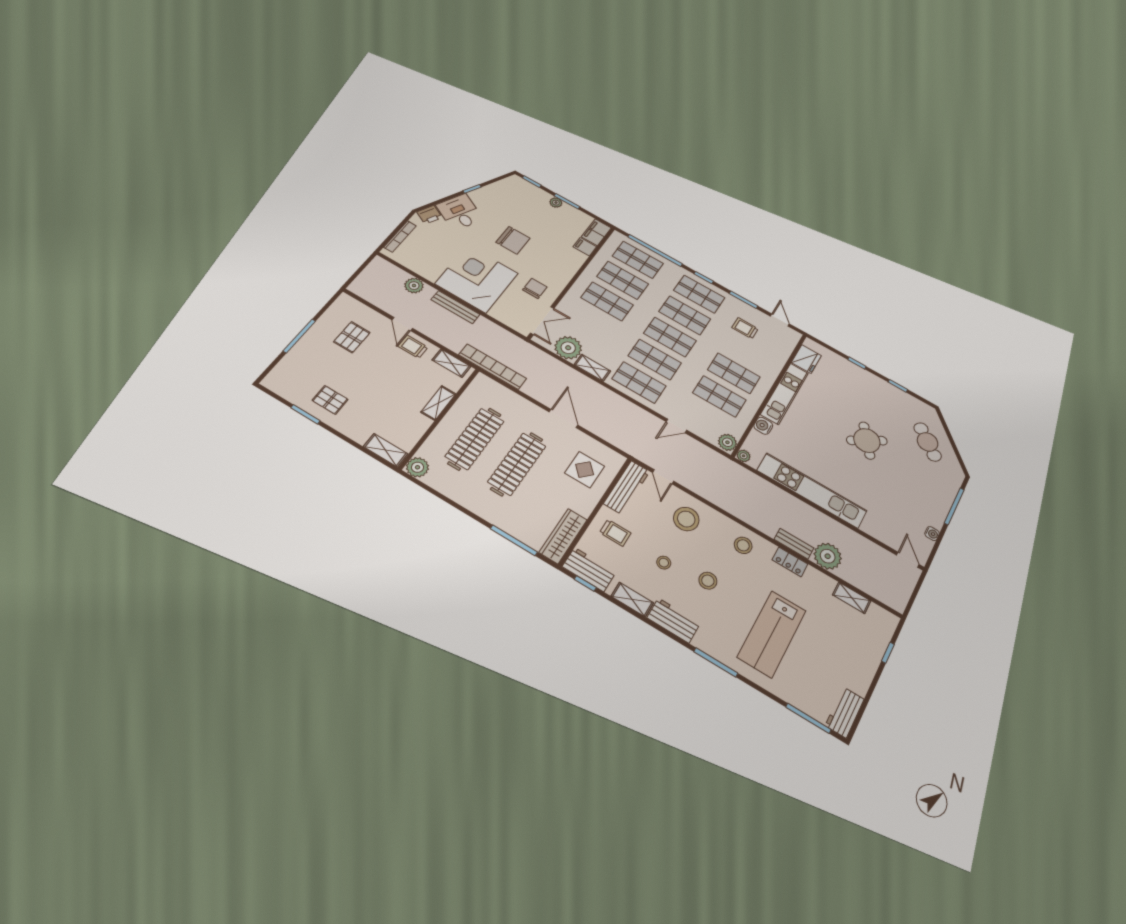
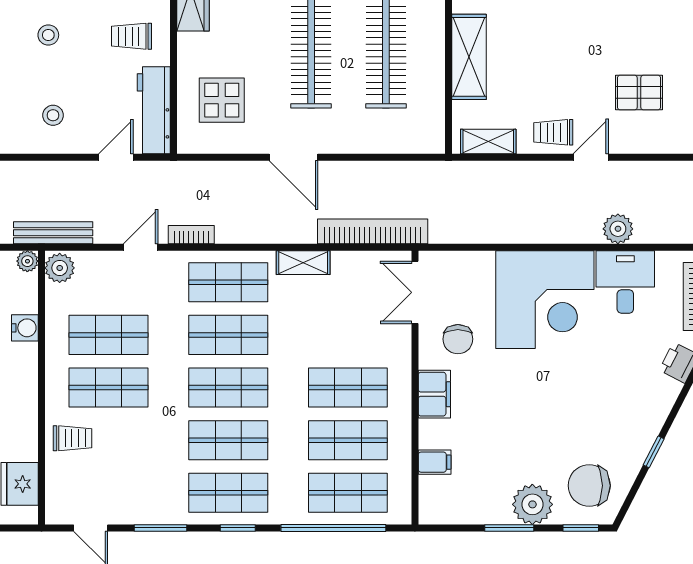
plant: (556, 203) -> (532, 504), width x1.88, depth x1.88
desk: (460, 212) -> (625, 282), moved, turned -117
filing cabinet: (596, 232) -> (434, 394), moved
chair: (513, 240) -> (589, 486), moved
bench: (455, 307) -> (53, 233), moved
door: (402, 324) -> (591, 157), hinge flipped
trolley: (745, 328) -> (73, 438), moved
pallet: (352, 337) -> (639, 93), turned 90
trolley: (413, 347) -> (553, 132), turned 180
plant: (568, 348) -> (354, 272), removed
bookcase: (493, 367) -> (373, 231), moved, turned 180
kitchen unit: (785, 394) -> (22, 402), removed
shelving: (438, 403) -> (469, 57), width x1.50, depth x1.33
bookcase: (645, 416) -> (191, 235), added
door: (663, 477) -> (116, 157), hinge flipped
stool: (686, 519) -> (53, 115), width x0.53, depth x0.53

